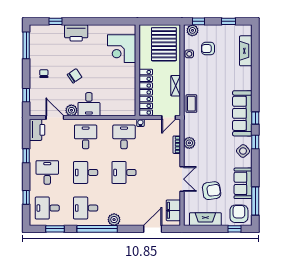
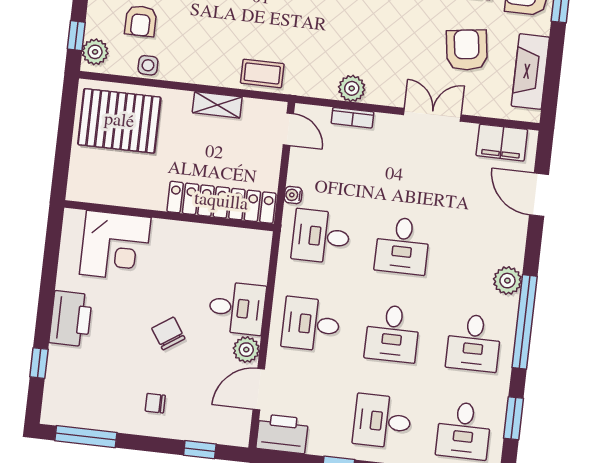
corner desk: (122, 49) -> (115, 246), moved
wall: (137, 70) -> (169, 216), moved
locker: (146, 92) -> (221, 202), moved

